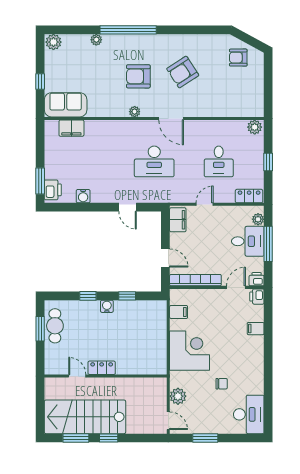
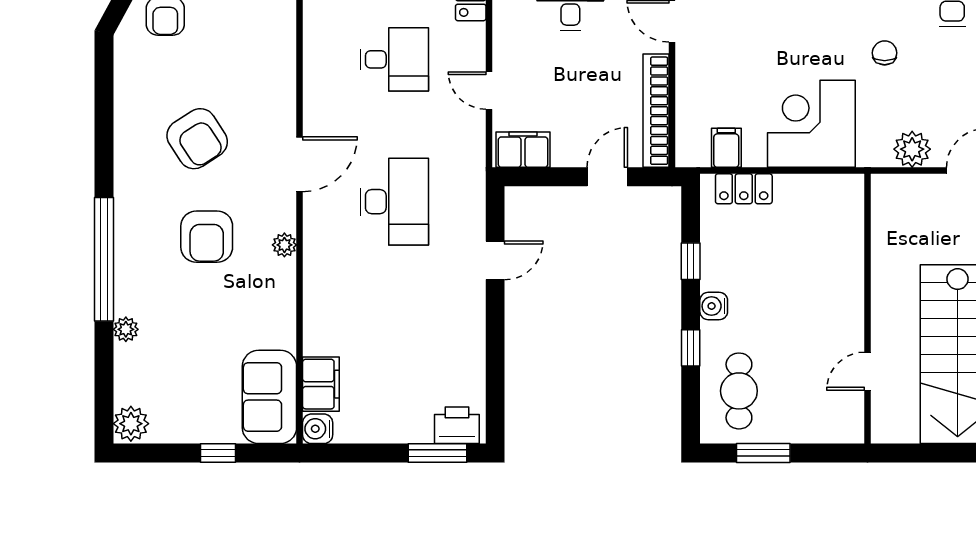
water cooler: (83, 196) -> (318, 429), moved, turned 180
cafe table: (55, 326) -> (739, 391), moved, turned 90
locker: (102, 368) -> (744, 189), moved, turned -90

